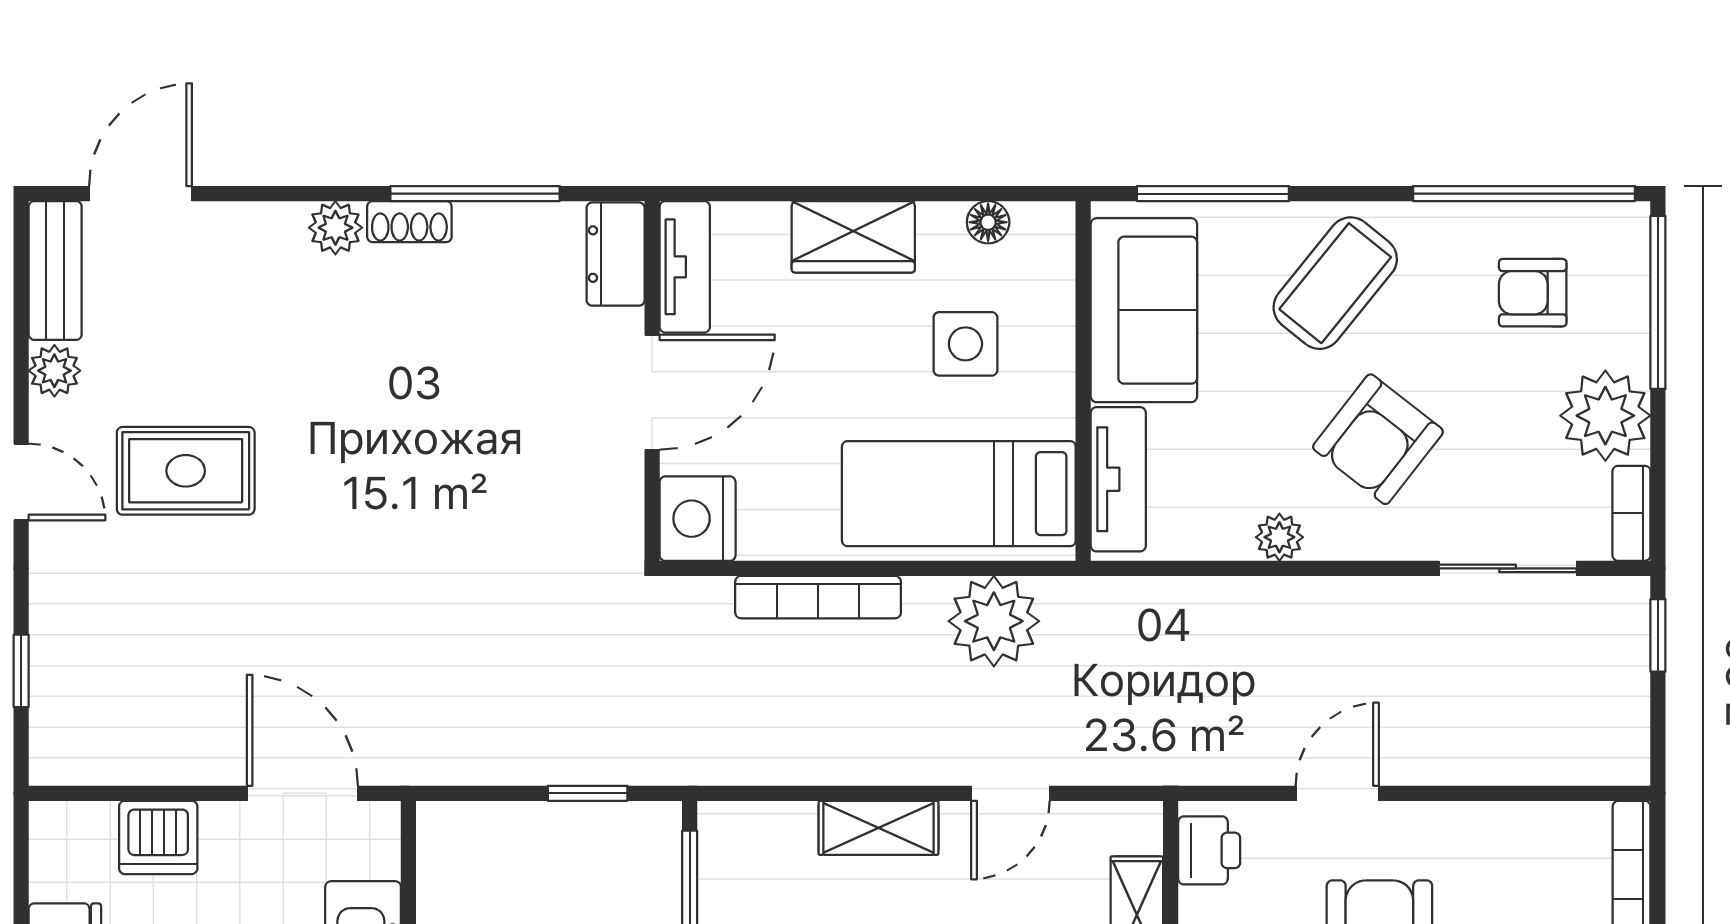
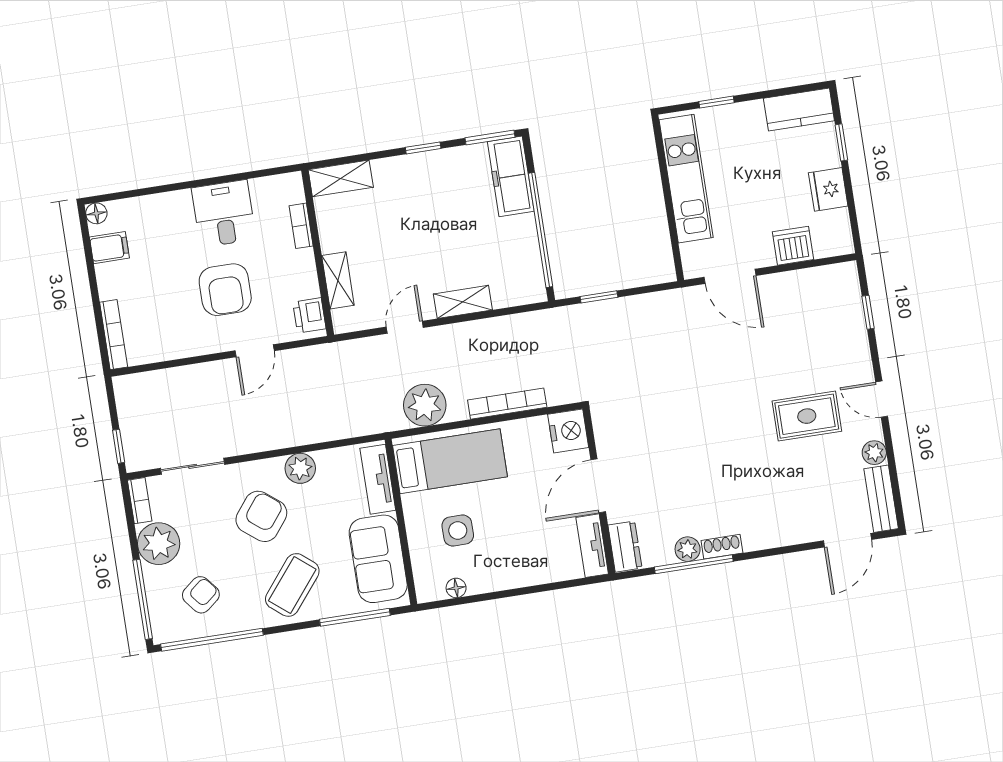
plant: (335, 228) -> (688, 549), moved
wardrobe: (853, 237) -> (517, 572), removed
armchair: (1533, 293) -> (201, 595), turned -39
plant: (1279, 537) -> (300, 468), width x1.38, depth x1.38

